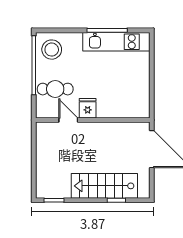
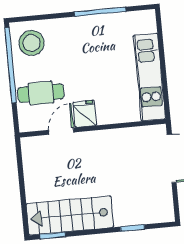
kitchen unit: (116, 42) -> (149, 77), moved, turned 90
door: (68, 120) -> (61, 131), hinge flipped
stairs: (104, 186) -> (70, 215), moved

